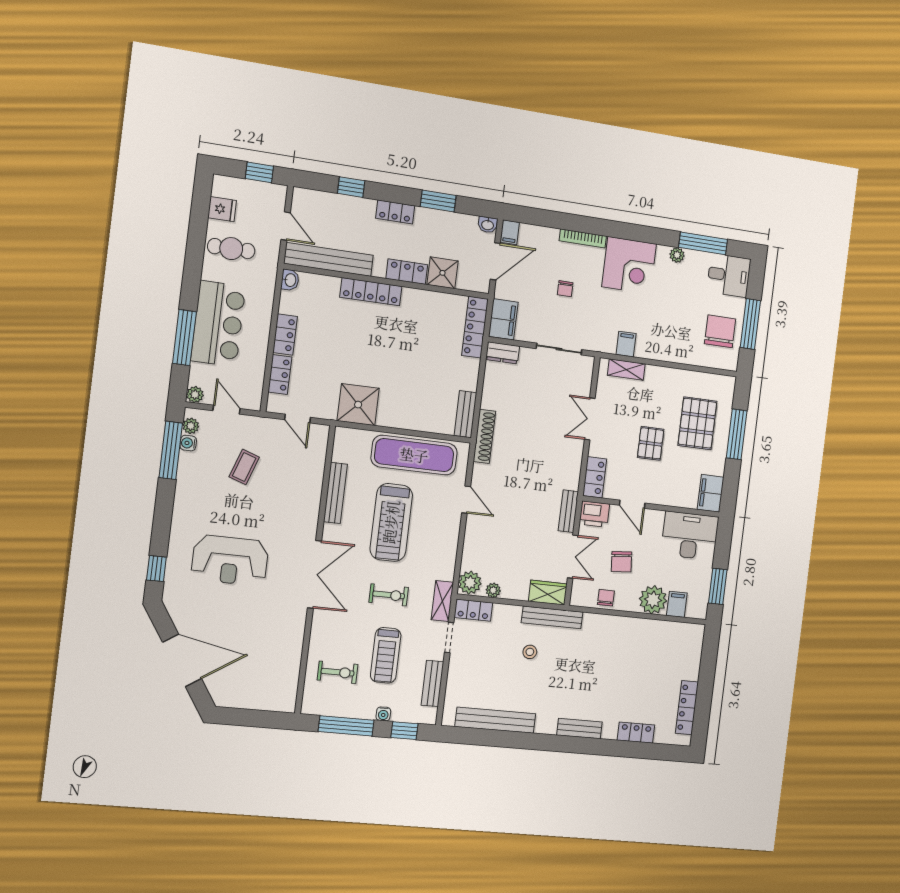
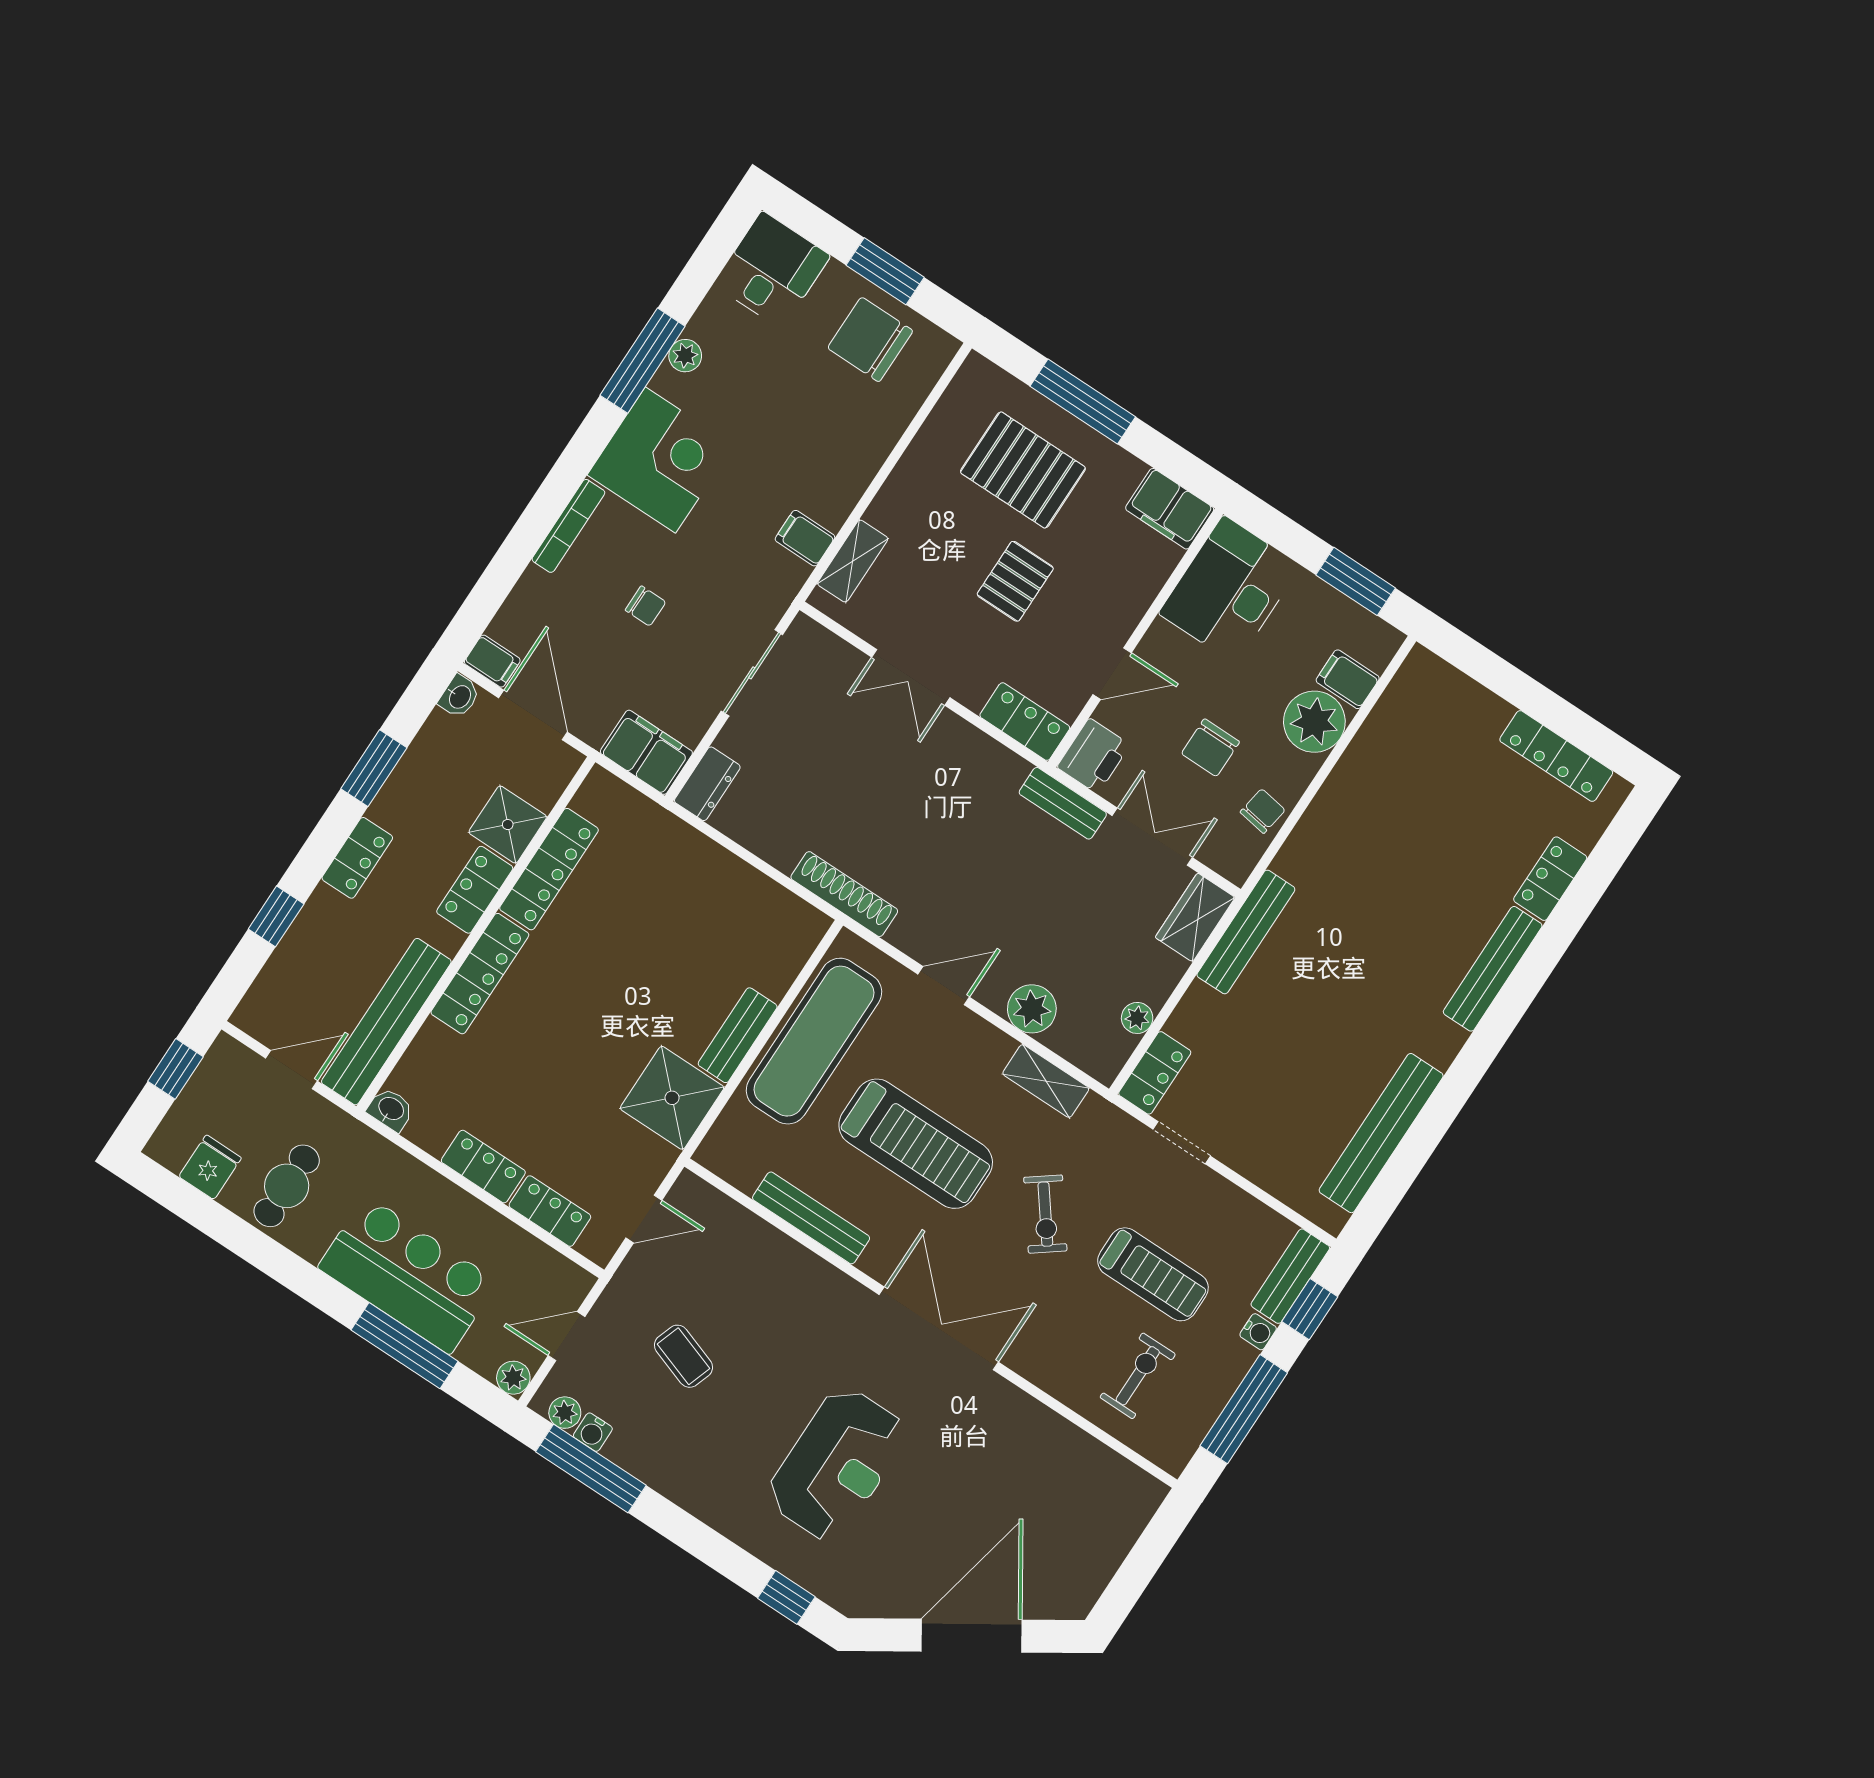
window: (703, 243) -> (643, 361), moved
window: (750, 324) -> (885, 271), width x0.69
locker: (475, 327) -> (549, 869), moved, turned -90
bench: (465, 414) -> (738, 1035), moved, turned 90
pallet: (651, 443) -> (1015, 581), turned 90
chair: (621, 562) -> (1210, 748), turned 95
plant: (470, 583) -> (1032, 1009), moved
exercise bike: (389, 595) -> (1045, 1214), turned 143
chair: (606, 598) -> (1263, 811), turned 99
shelving: (442, 601) -> (1046, 1081), moved
stool: (530, 652) -> (1288, 1006), removed
bench: (432, 683) -> (1290, 1276), moved, turned 90
bench: (579, 729) -> (1493, 969), width x1.36

